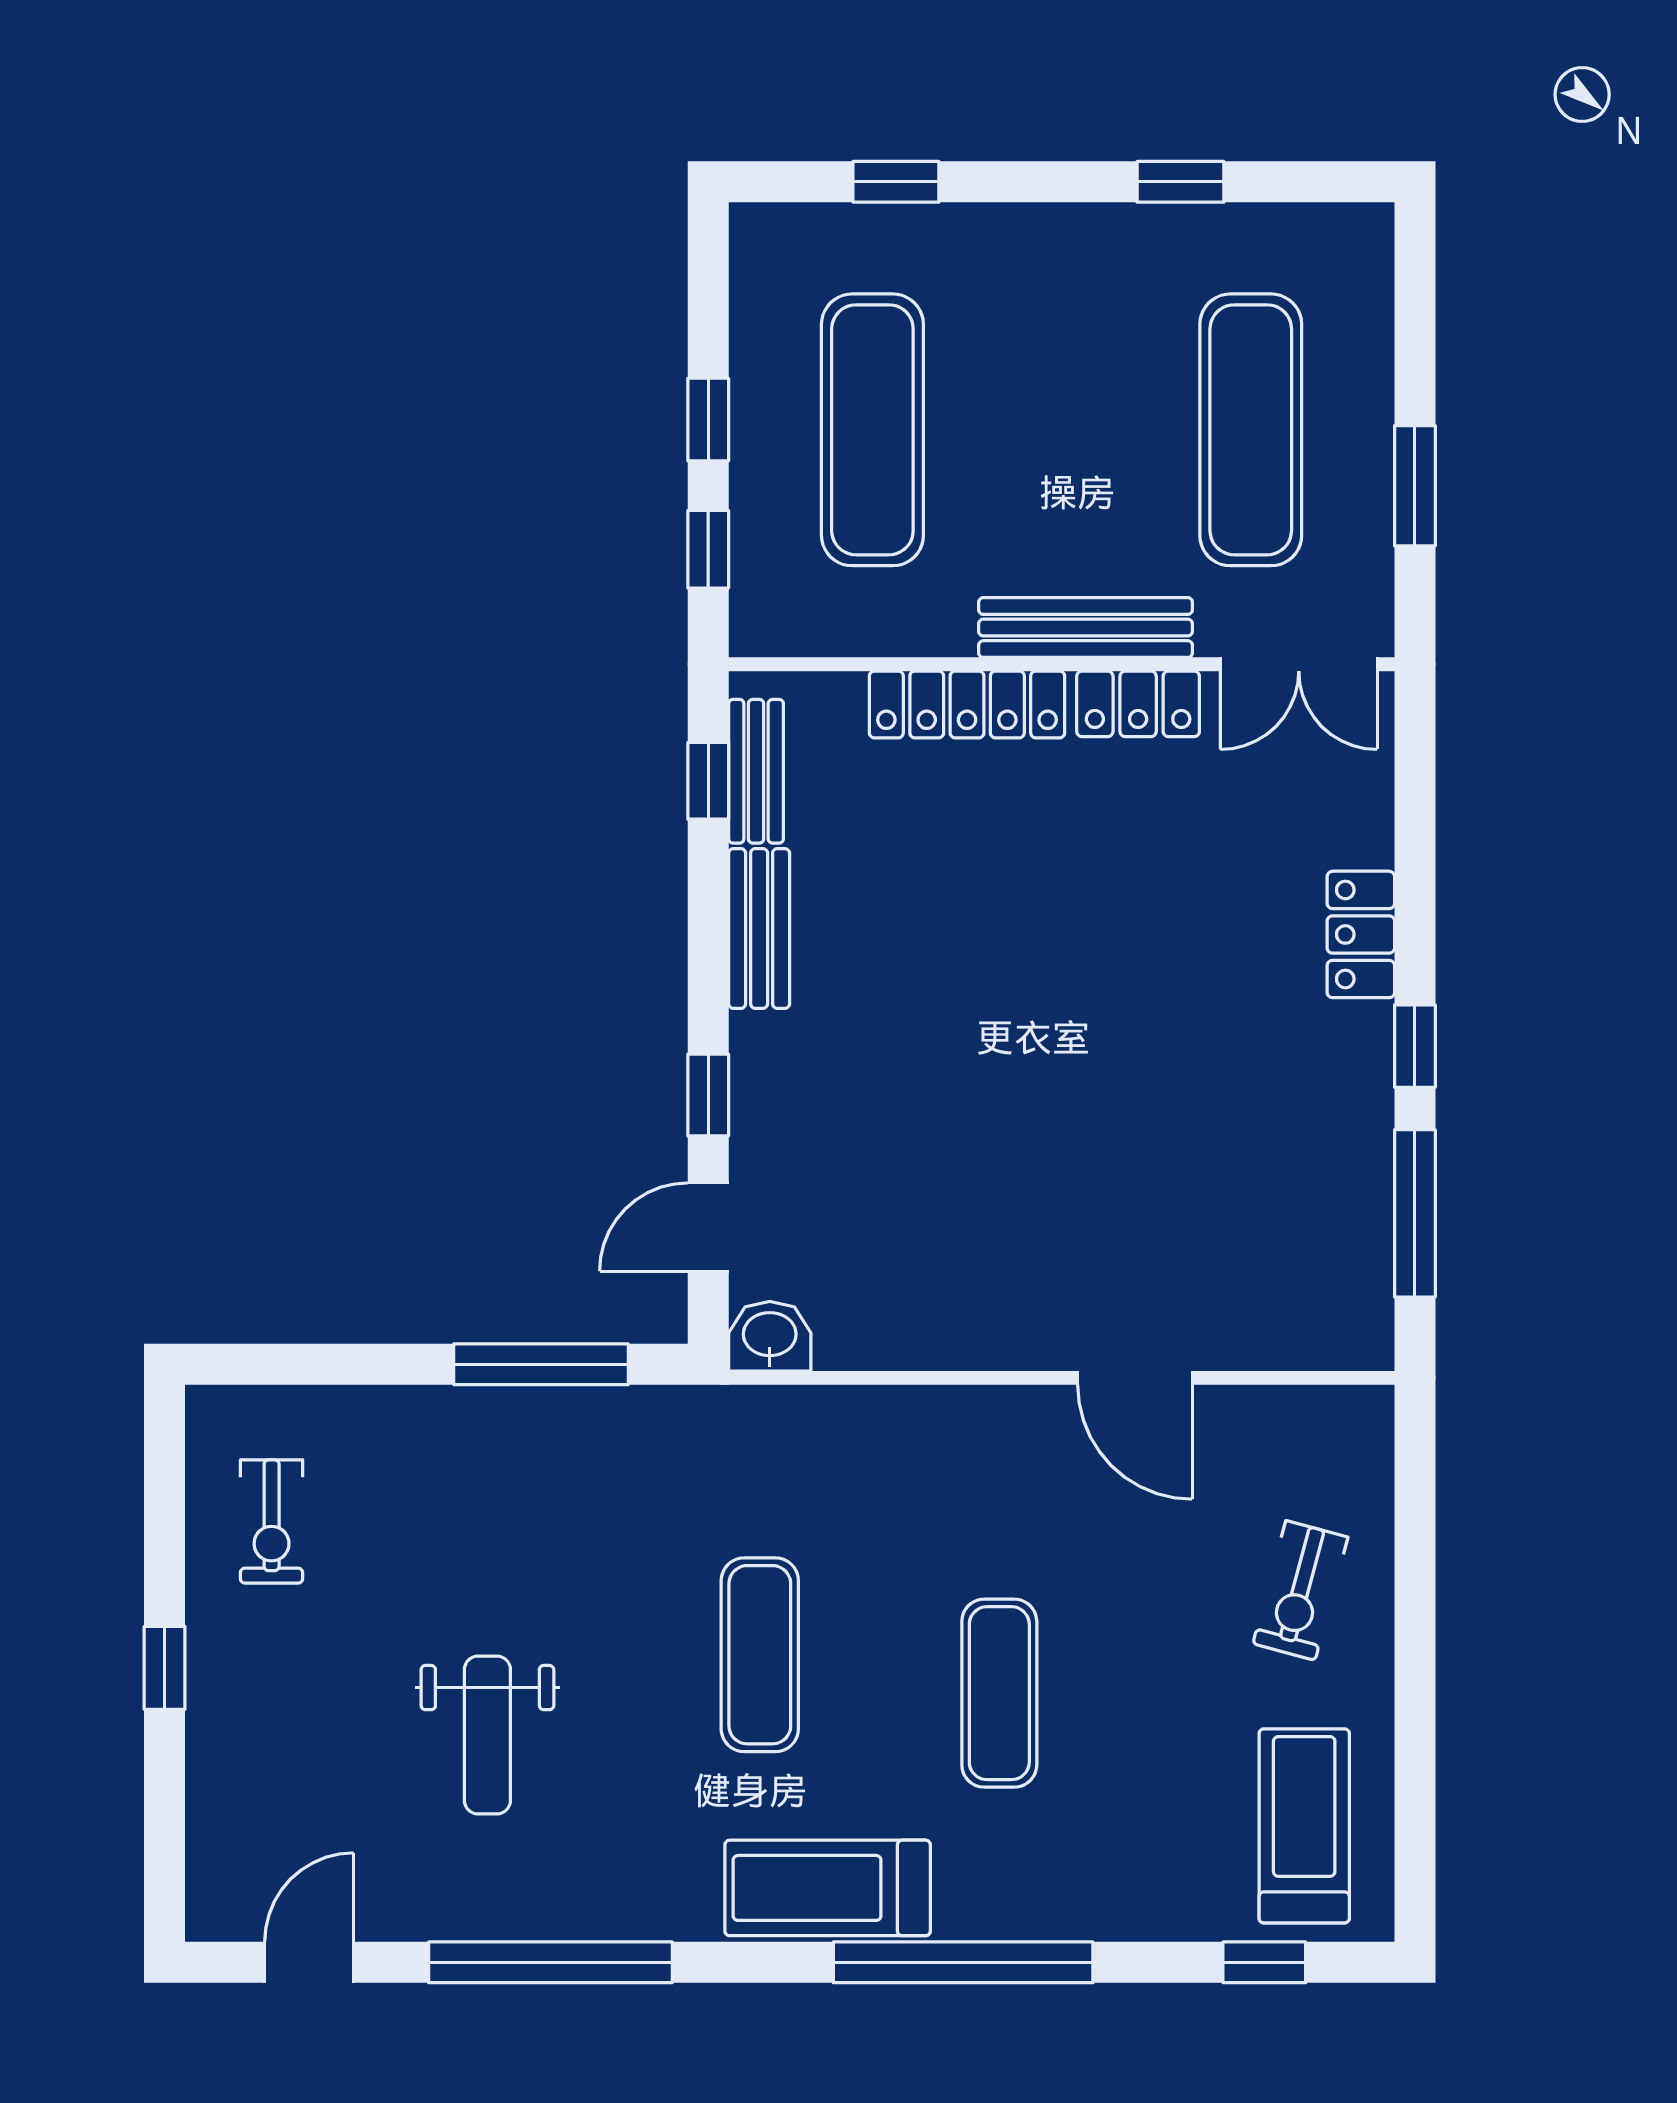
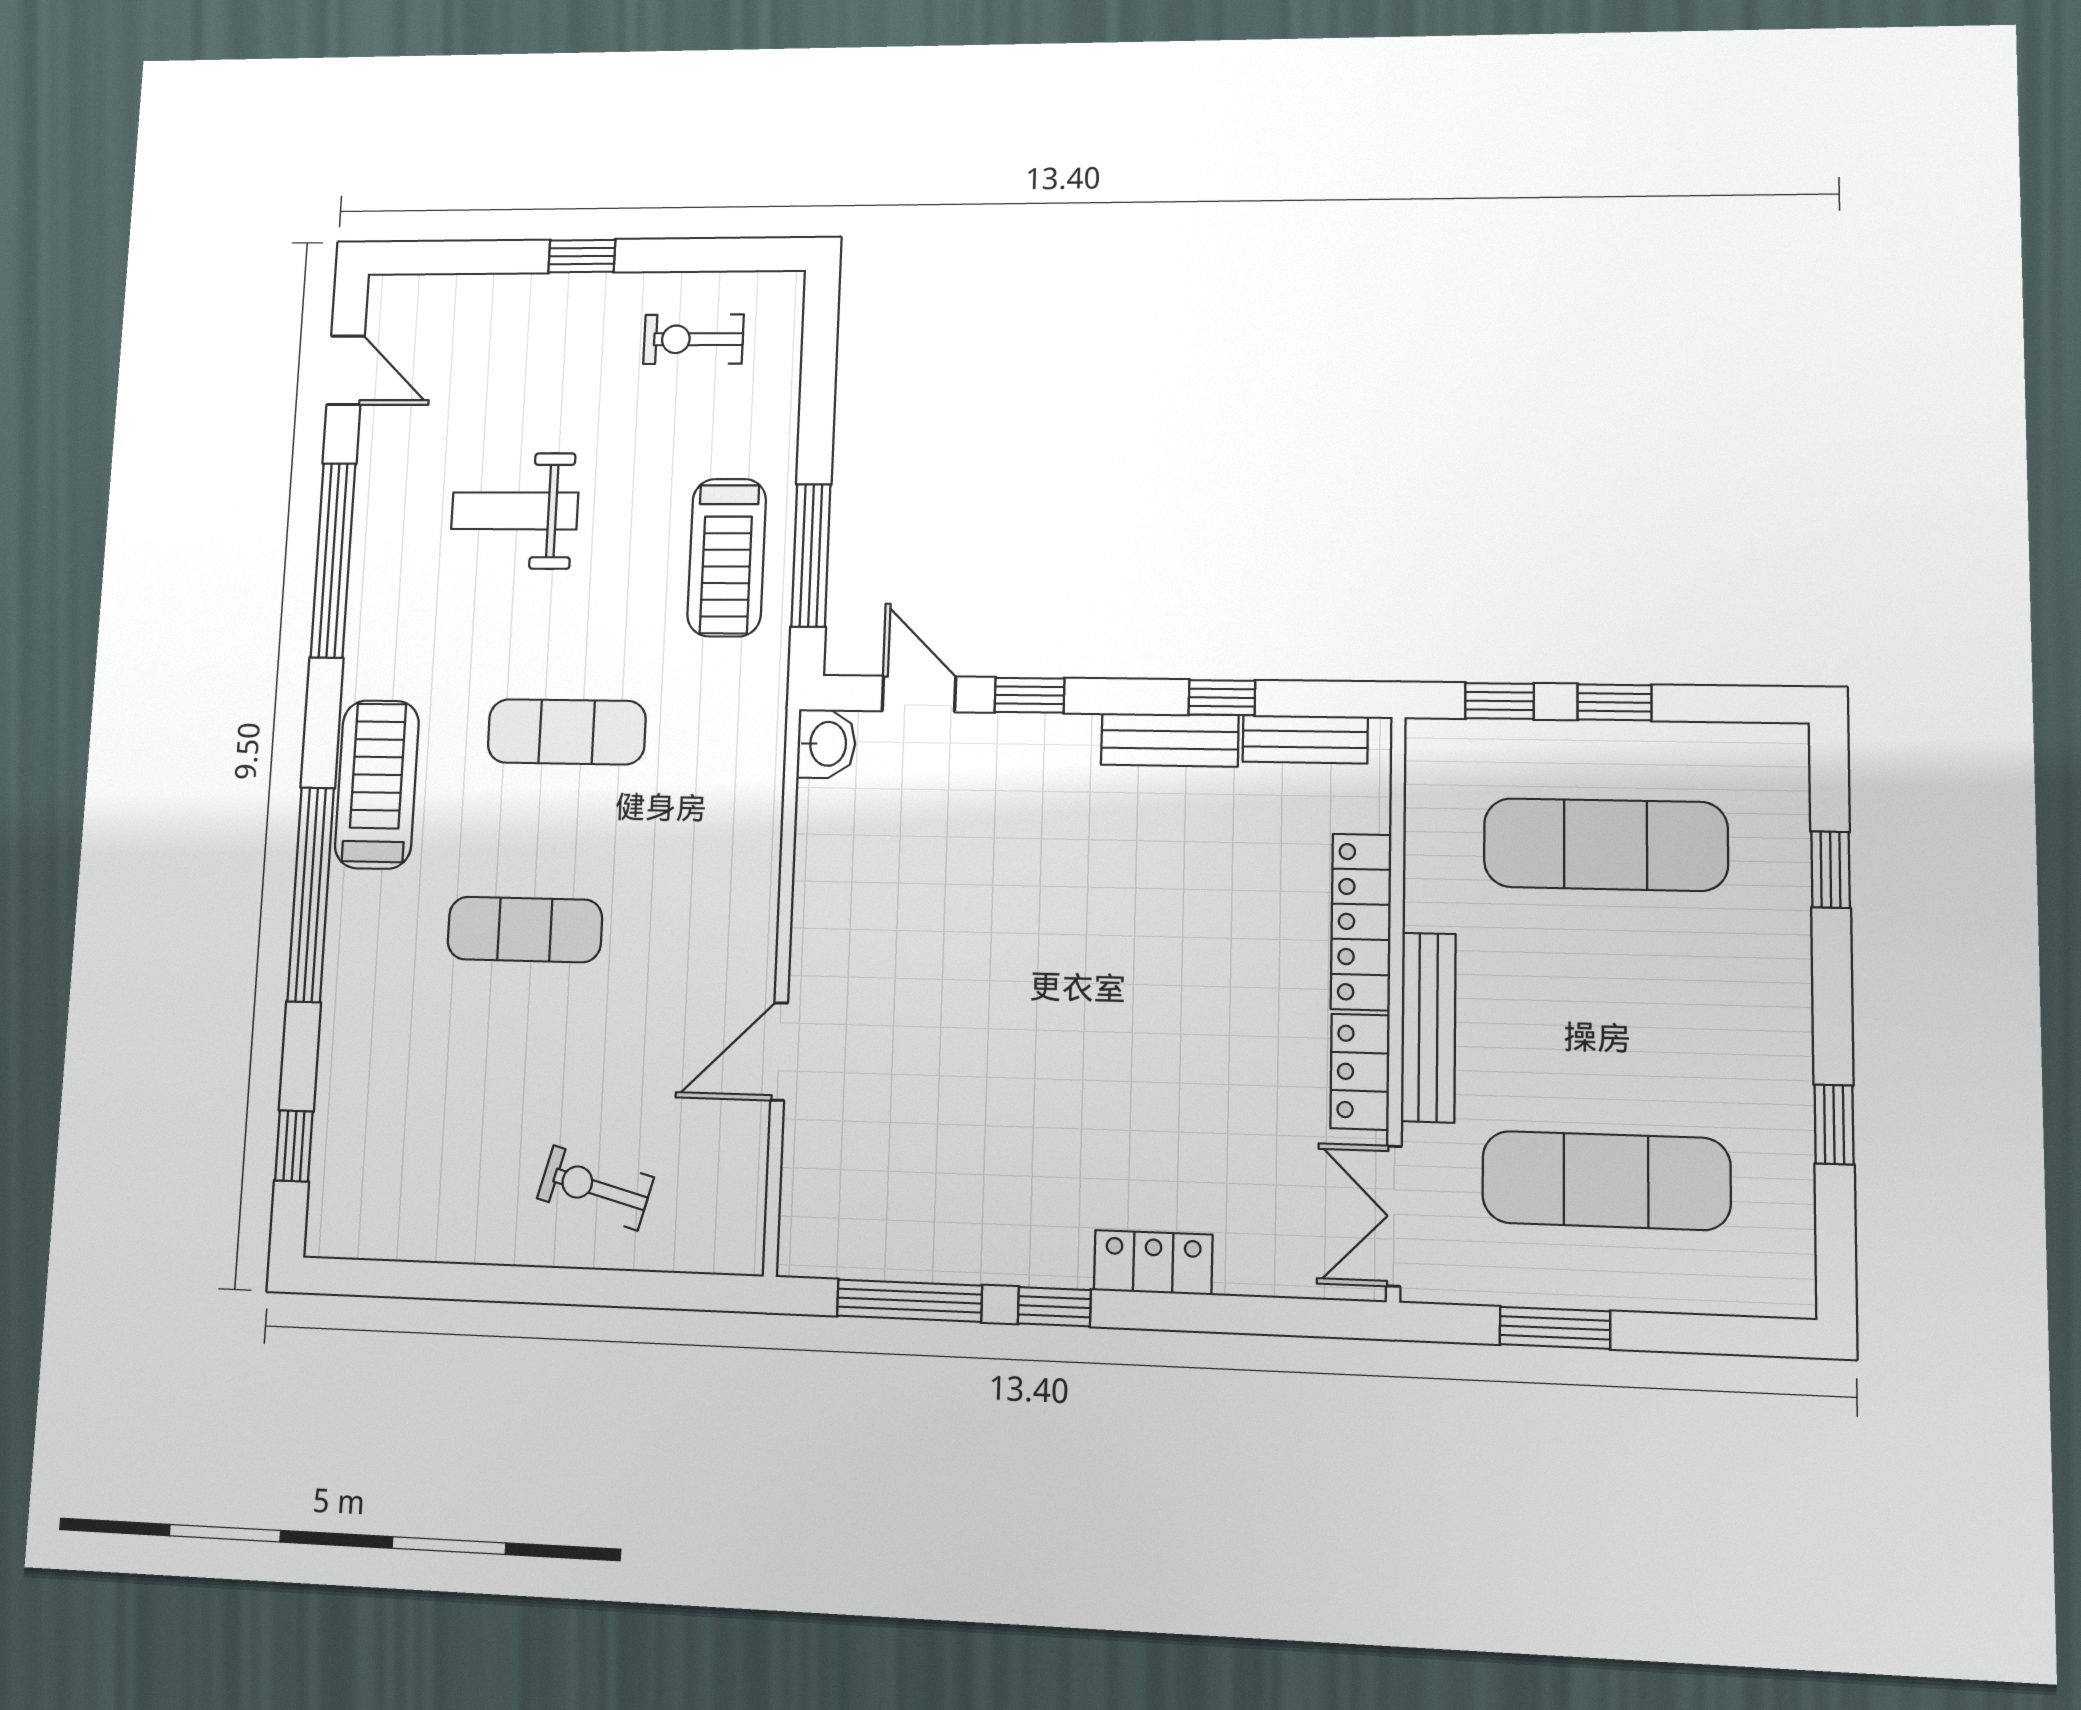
window: (708, 781) -> (1222, 698), moved
treadmill: (1304, 1826) -> (727, 557), moved, turned 90

